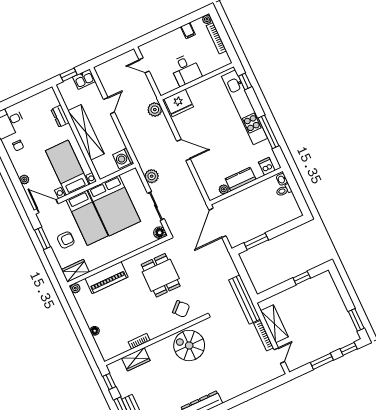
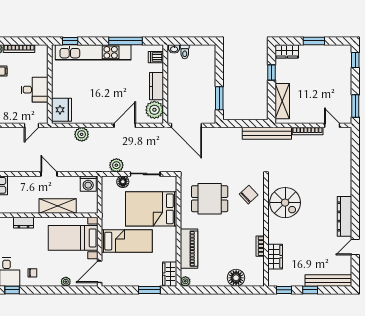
door: (144, 65) -> (32, 125), moved
door: (109, 106) -> (49, 174), moved
plant: (155, 110) -> (82, 134), moved
shelving: (86, 132) -> (58, 206), width x0.68
door: (184, 150) -> (125, 125), moved
plant: (224, 189) -> (154, 110), width x1.87, depth x1.87
bed: (114, 205) -> (151, 209), moved, turned 180
floor lamp: (160, 233) -> (123, 182), moved
window: (43, 238) -> (149, 290), moved
armchair: (66, 240) -> (138, 270), removed
wardrobe: (327, 283) -> (287, 51), added
window: (356, 320) -> (314, 41), moved
shelving: (274, 324) -> (282, 101), moved, turned 90
floor lamp: (95, 331) -> (236, 278), width x1.89, depth x1.89
spiral stairs: (189, 345) -> (285, 203), turned -90
window: (322, 361) -> (355, 106), moved

